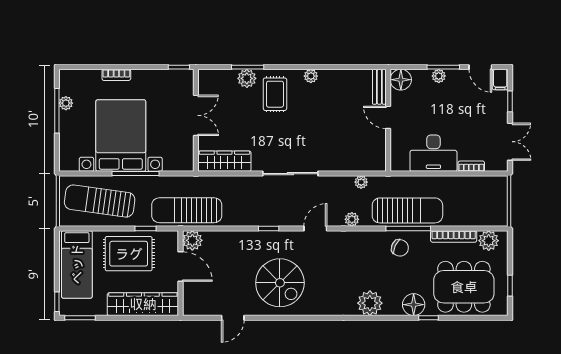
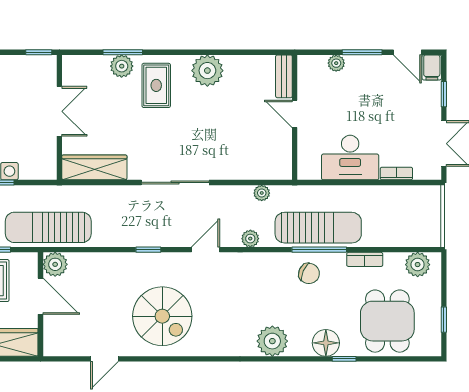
plant: (311, 76) -> (207, 71), width x1.87, depth x1.87
plant: (439, 76) -> (336, 63), moved
floor lamp: (401, 80) -> (310, 68), removed
bookcase: (454, 236) -> (365, 259), width x0.64
dining table: (464, 287) -> (387, 321), width x0.73

